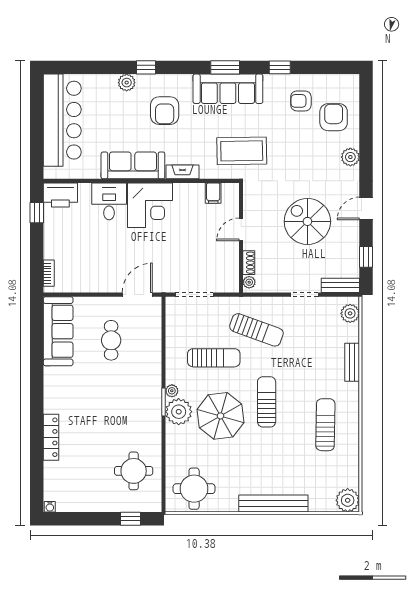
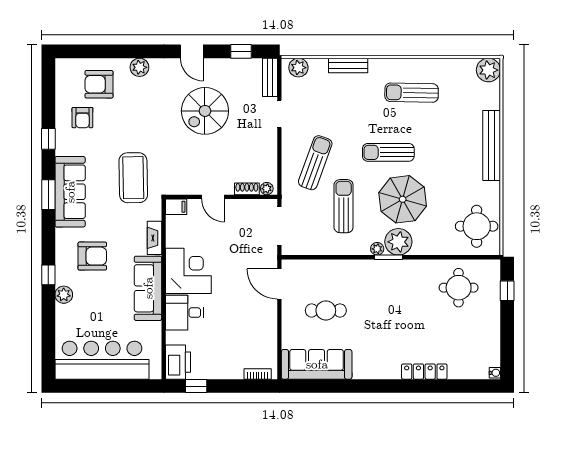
door: (241, 229) -> (213, 197), moved
wall: (241, 238) -> (222, 197), moved
shoe rack: (249, 263) -> (247, 189), moved
plant: (249, 282) -> (267, 189), moved

